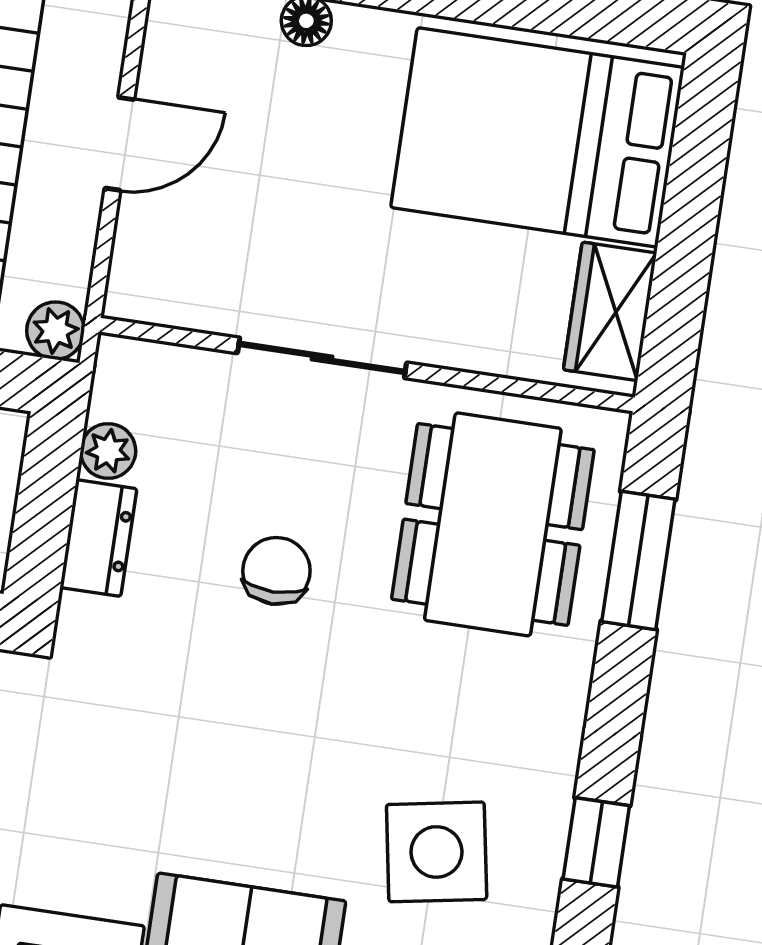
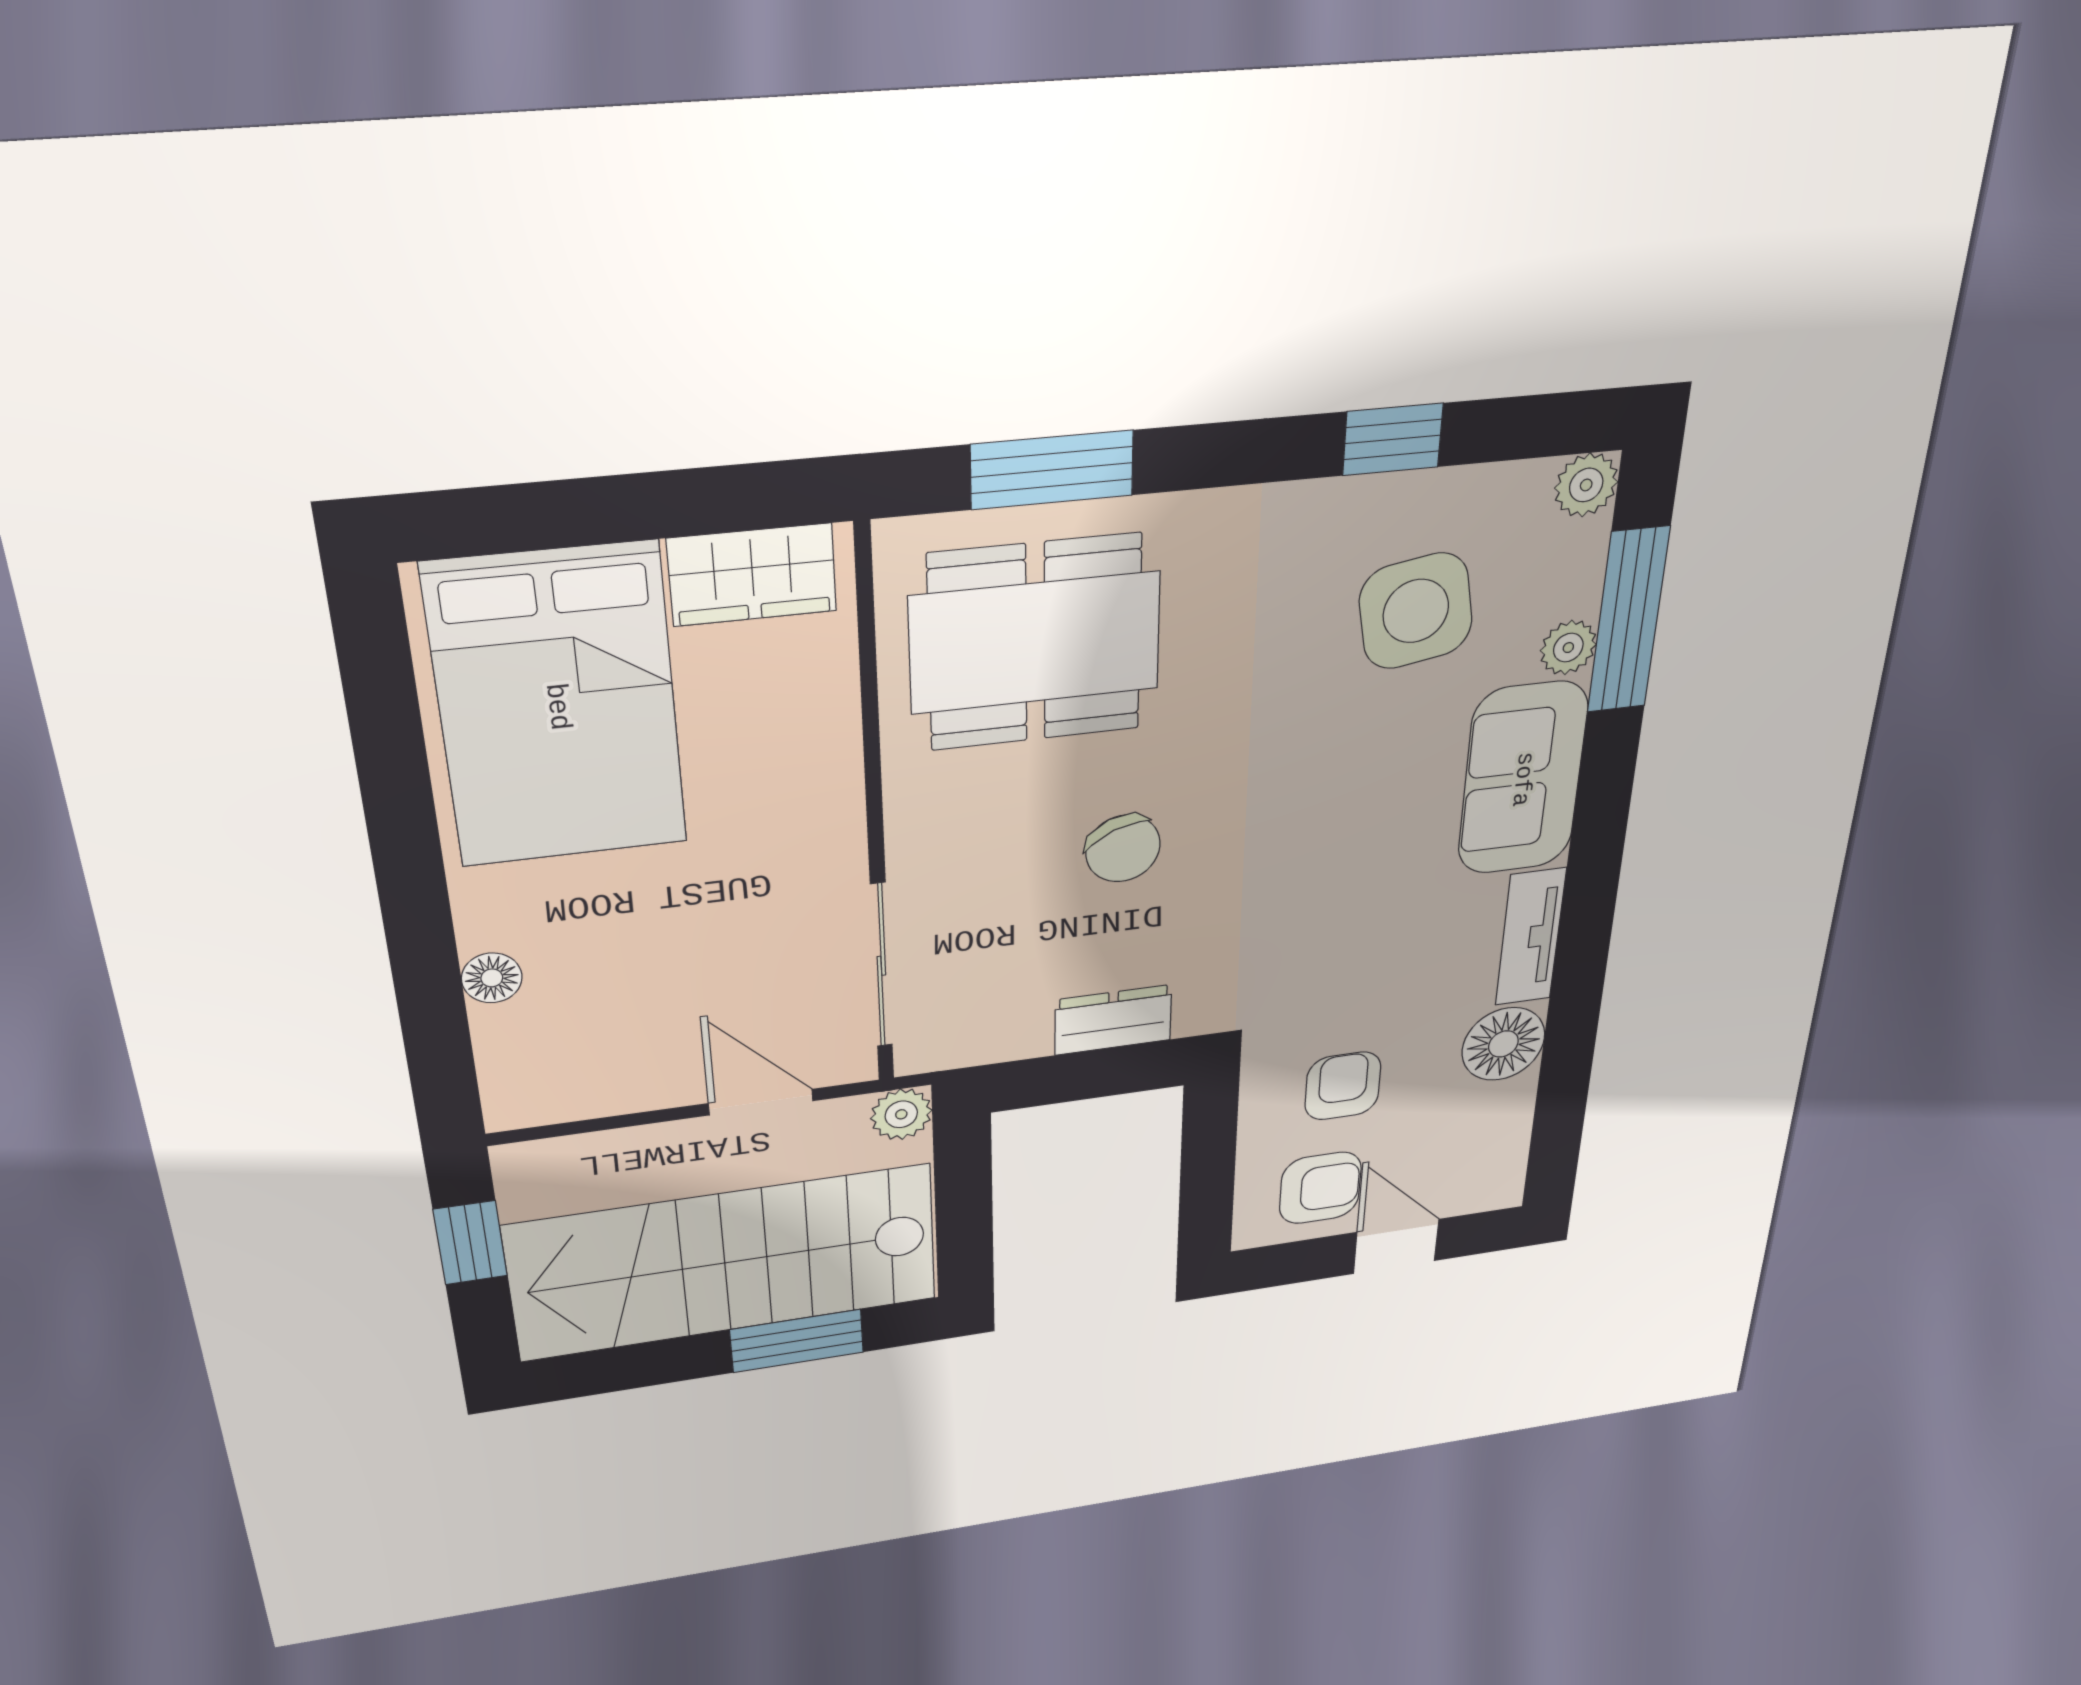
door: (119, 144) -> (761, 1102), moved
sliding door: (322, 358) -> (881, 966), moved
plant: (108, 451) -> (1020, 1035), removed
chair: (276, 571) -> (1123, 848), turned -113

